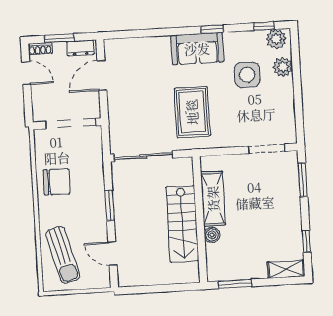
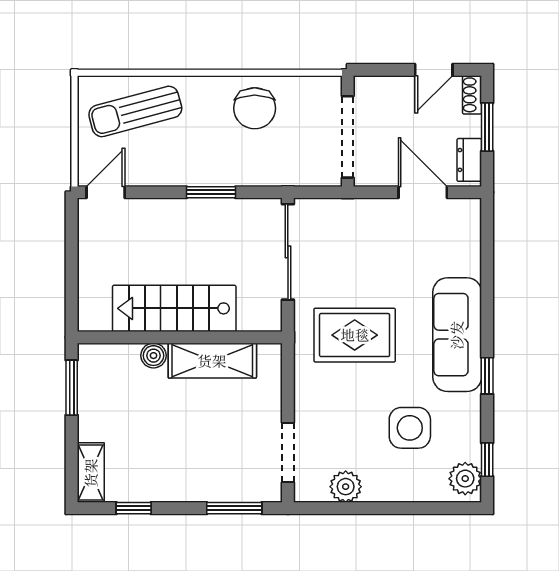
sofa: (197, 49) -> (457, 335), width x1.36
plant: (283, 67) -> (346, 487), moved
door: (112, 253) -> (106, 192), moved

